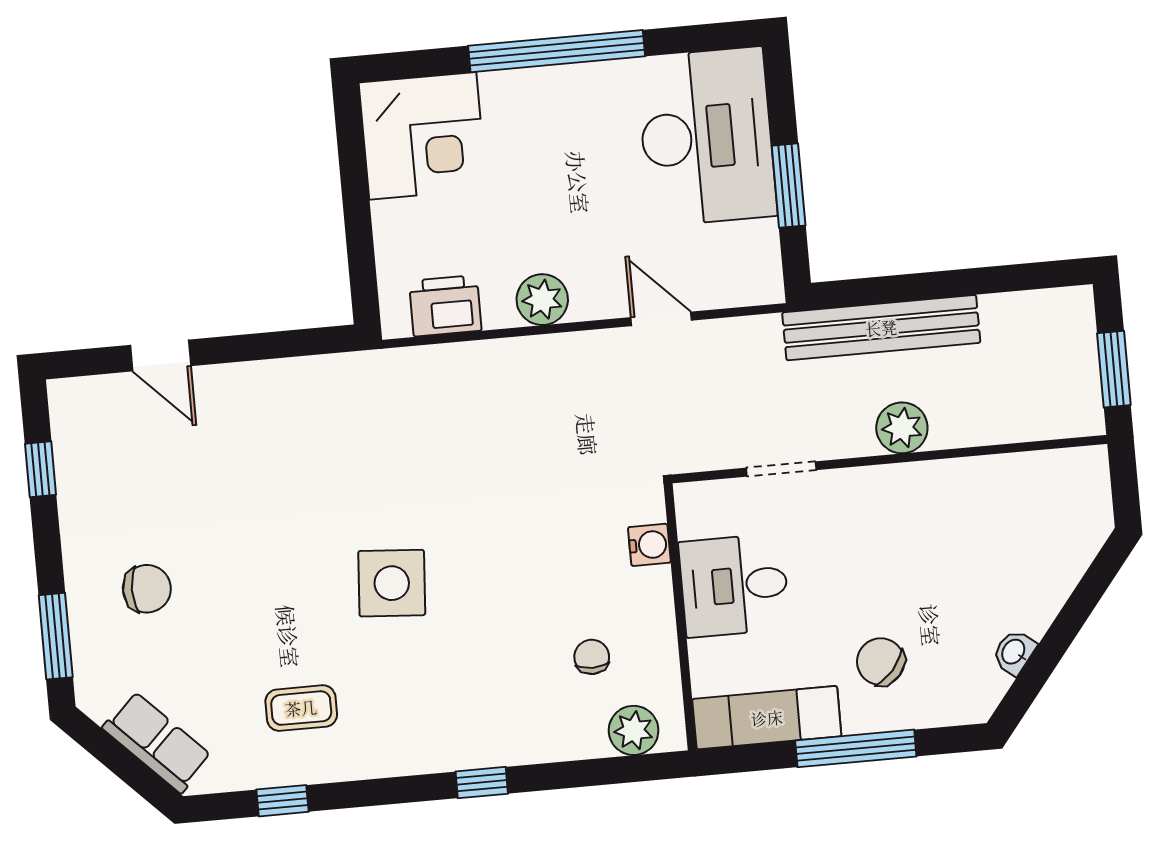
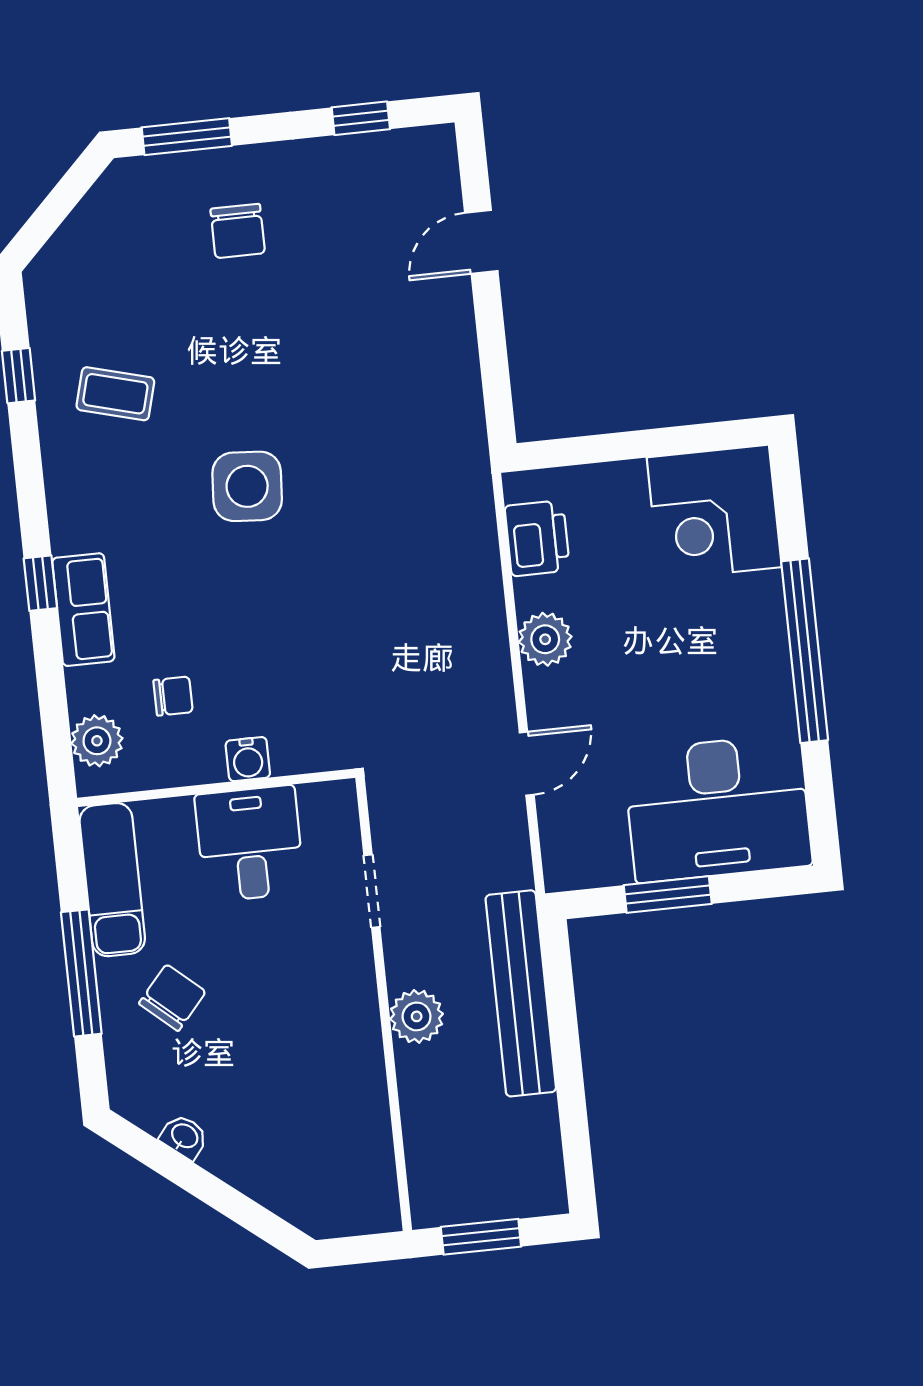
water cooler: (649, 545) -> (248, 759), moved
coffee table: (301, 708) -> (115, 394), turned -75
row of seats: (157, 742) -> (83, 610), moved, turned -45

